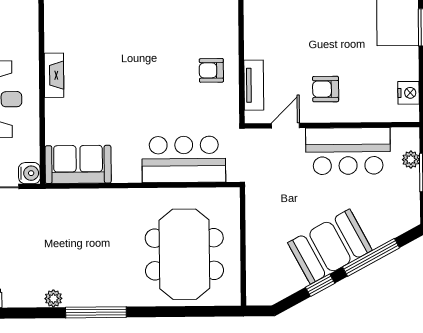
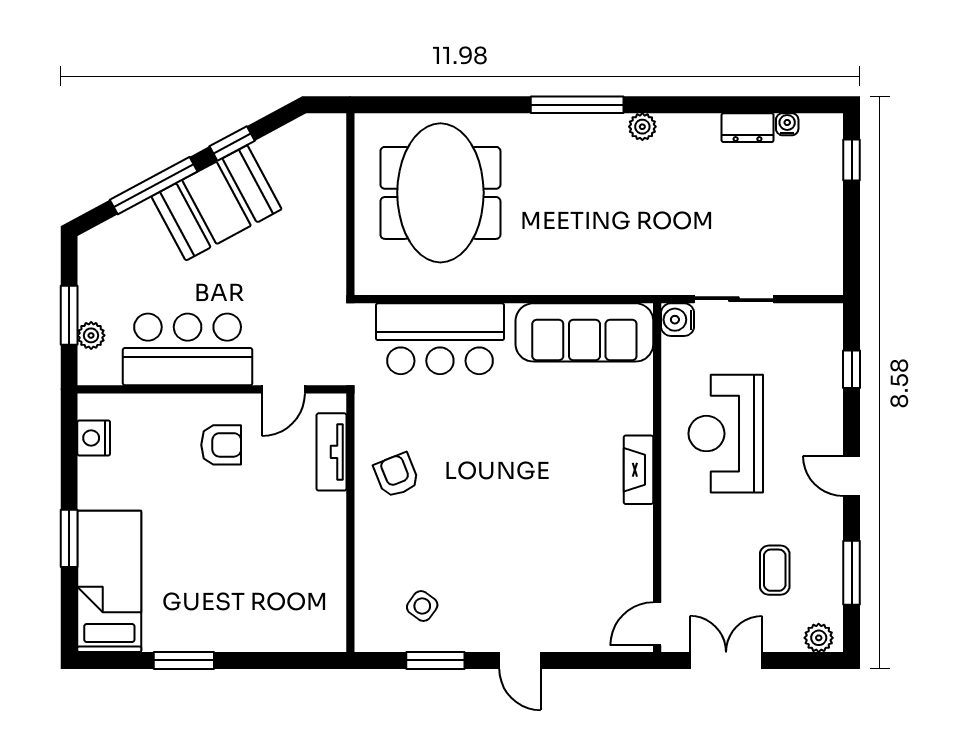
armchair: (211, 70) -> (396, 475), turned -112
sofa: (78, 164) -> (584, 332), width x1.36

